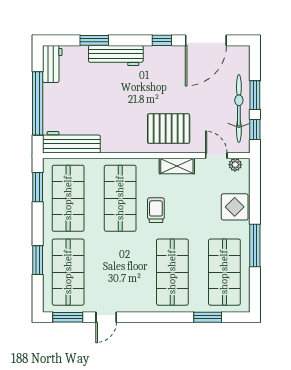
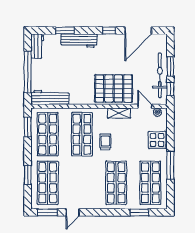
pallet: (169, 129) -> (114, 89), width x1.37, depth x1.41

